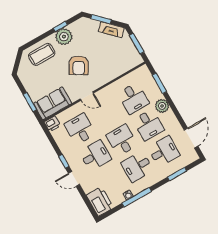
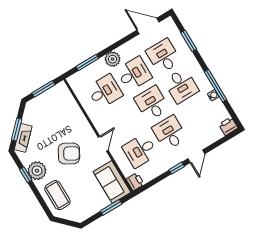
fireplace: (111, 30) -> (23, 138), moved
desk: (122, 140) -> (152, 103), turned 90
printer: (100, 201) -> (228, 126), width x0.53, depth x0.68

